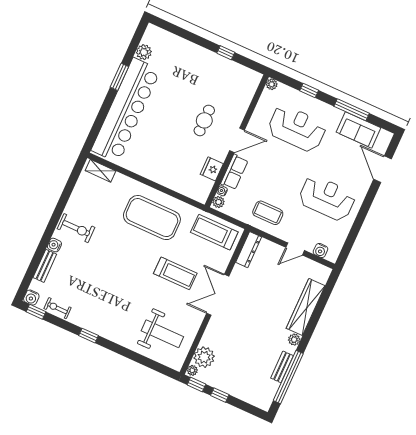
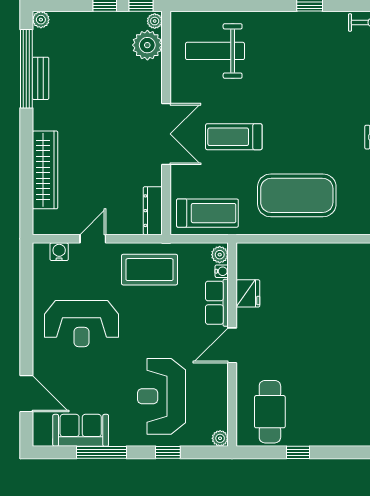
cafe table: (204, 120) -> (270, 412), moved, width x1.37, depth x1.35
reception desk: (297, 128) -> (161, 396), turned 90
coffee table: (268, 213) -> (149, 270), width x1.36, depth x1.32
plant: (294, 340) -> (41, 20), moved

